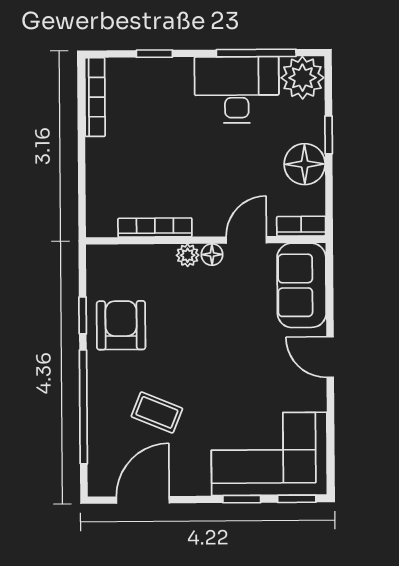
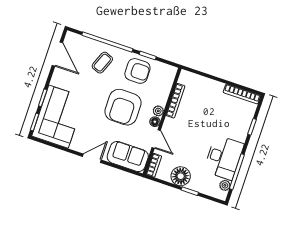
plant: (302, 78) -> (225, 185), width x0.53, depth x0.53
armchair: (205, 329) -> (123, 107), added
coffee table: (157, 412) -> (102, 63), moved

